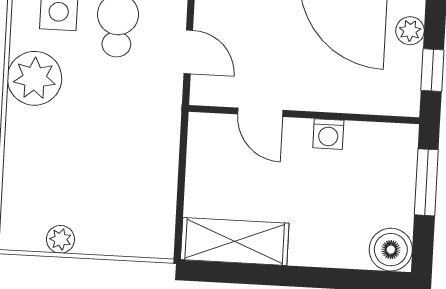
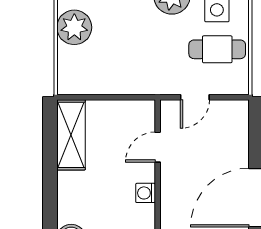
plant: (60, 239) -> (74, 27), width x1.88, depth x1.88

